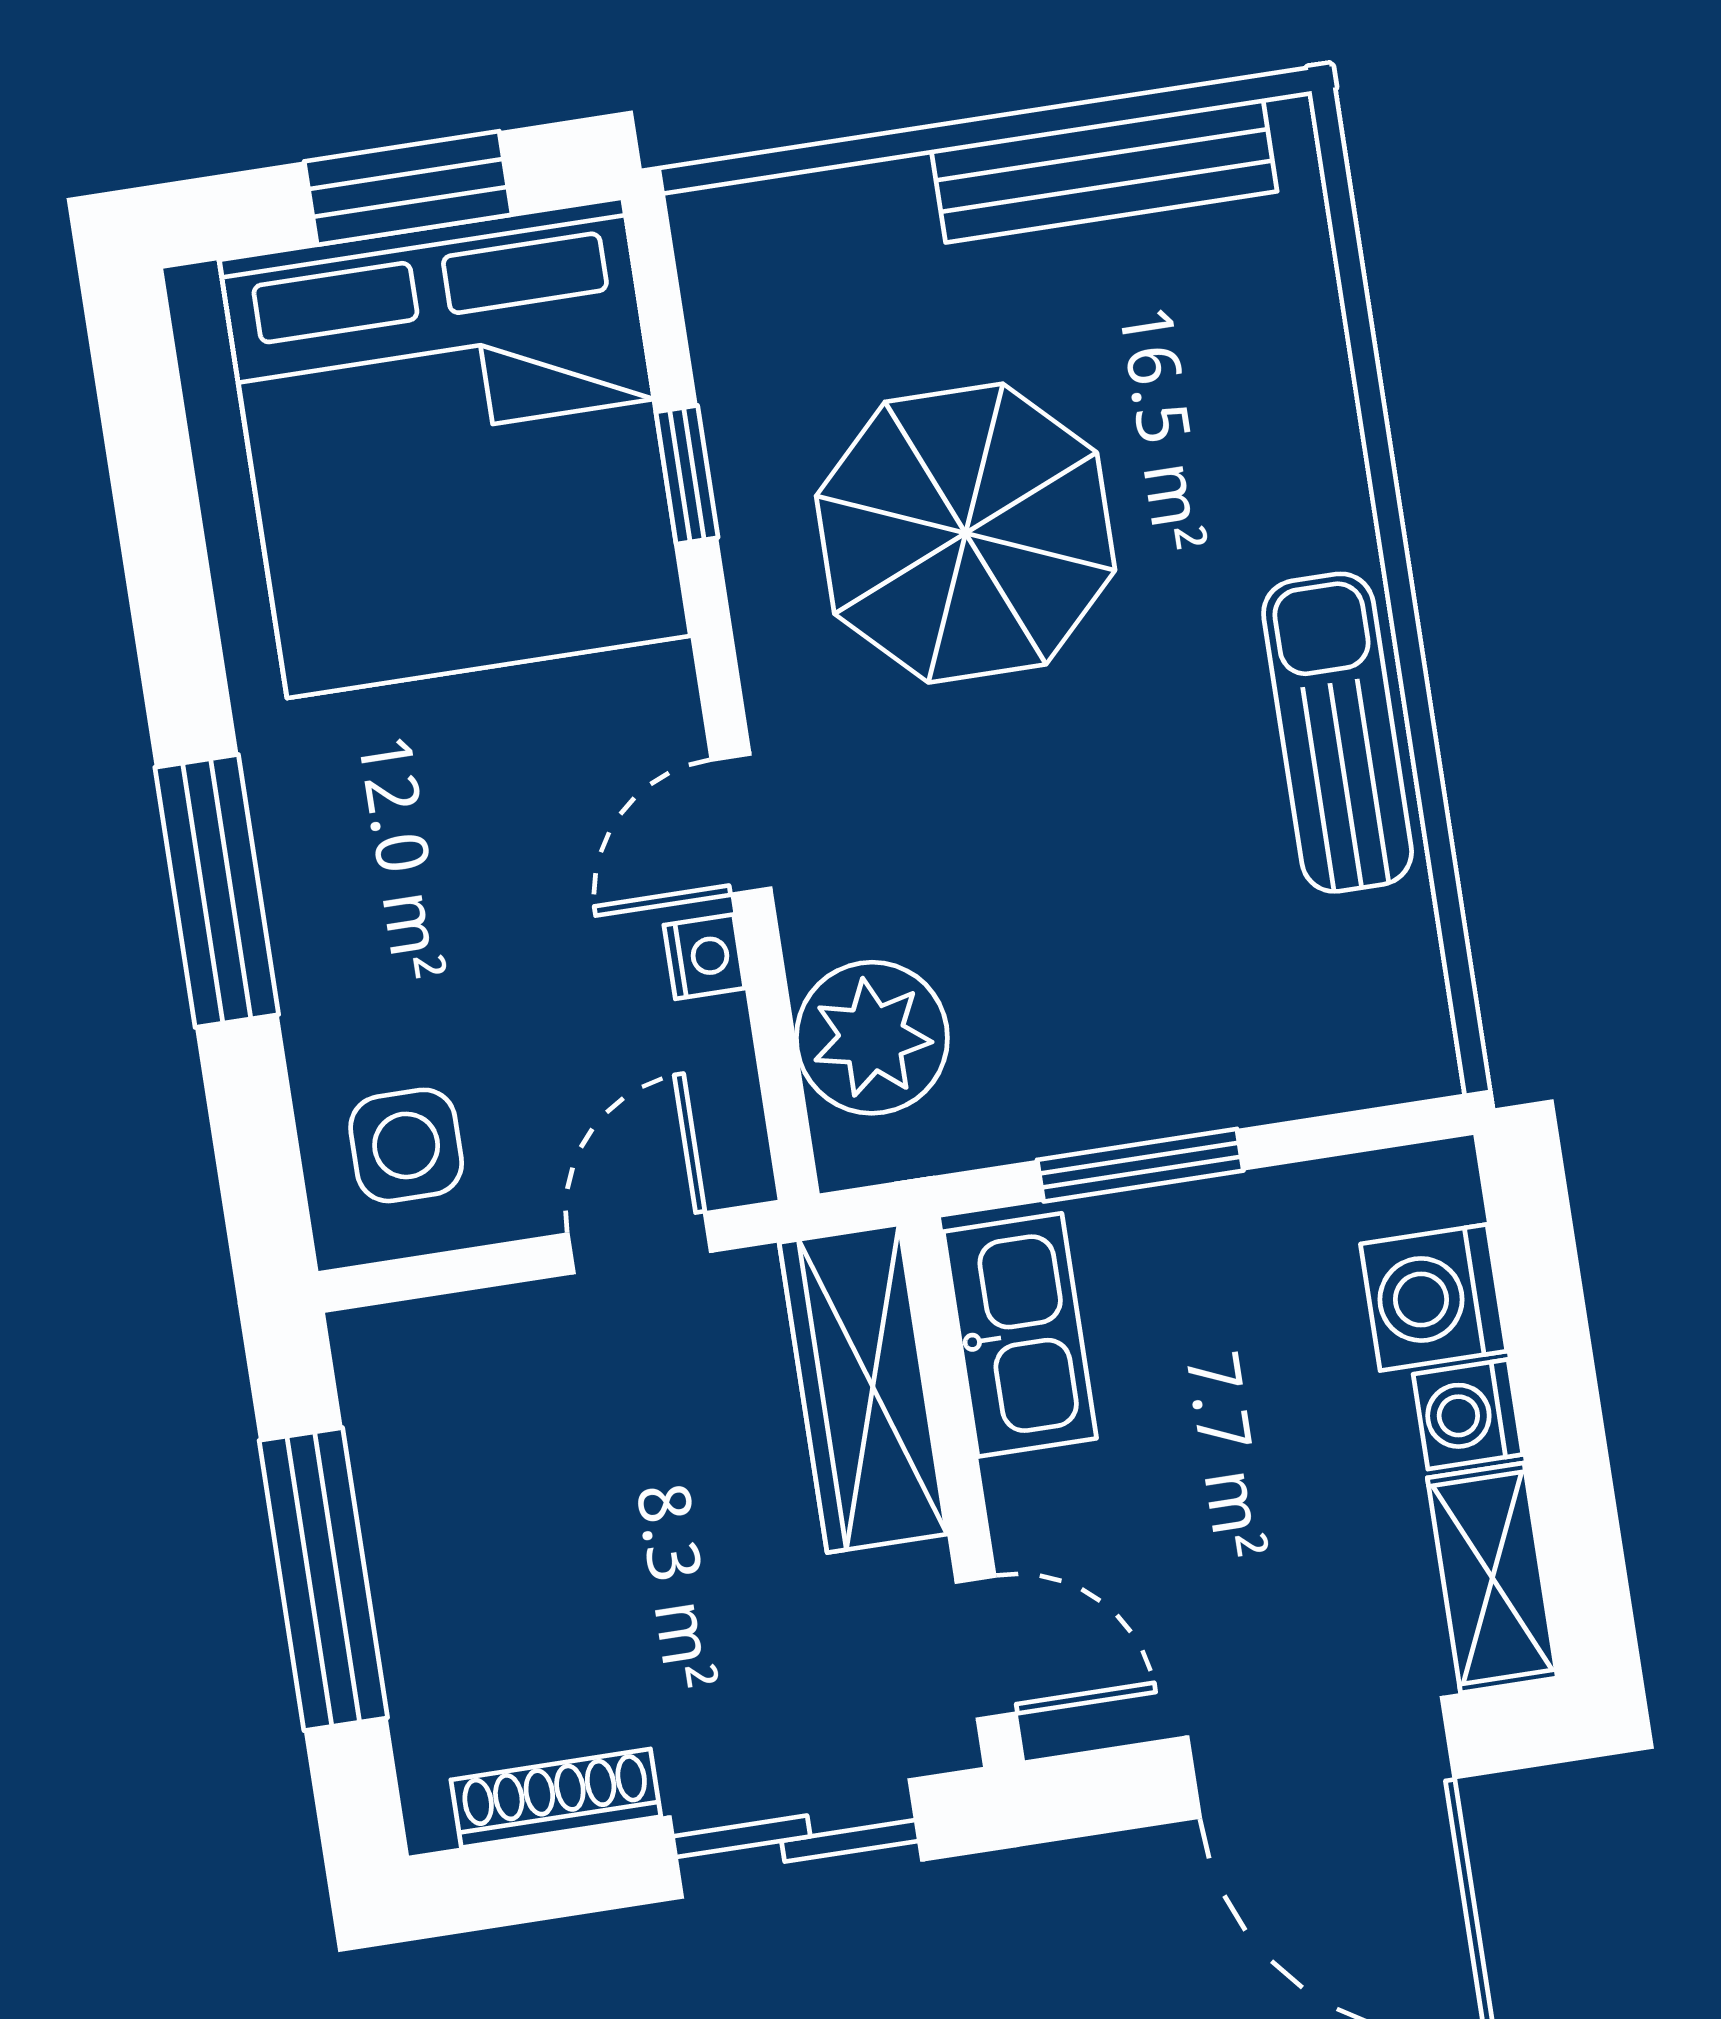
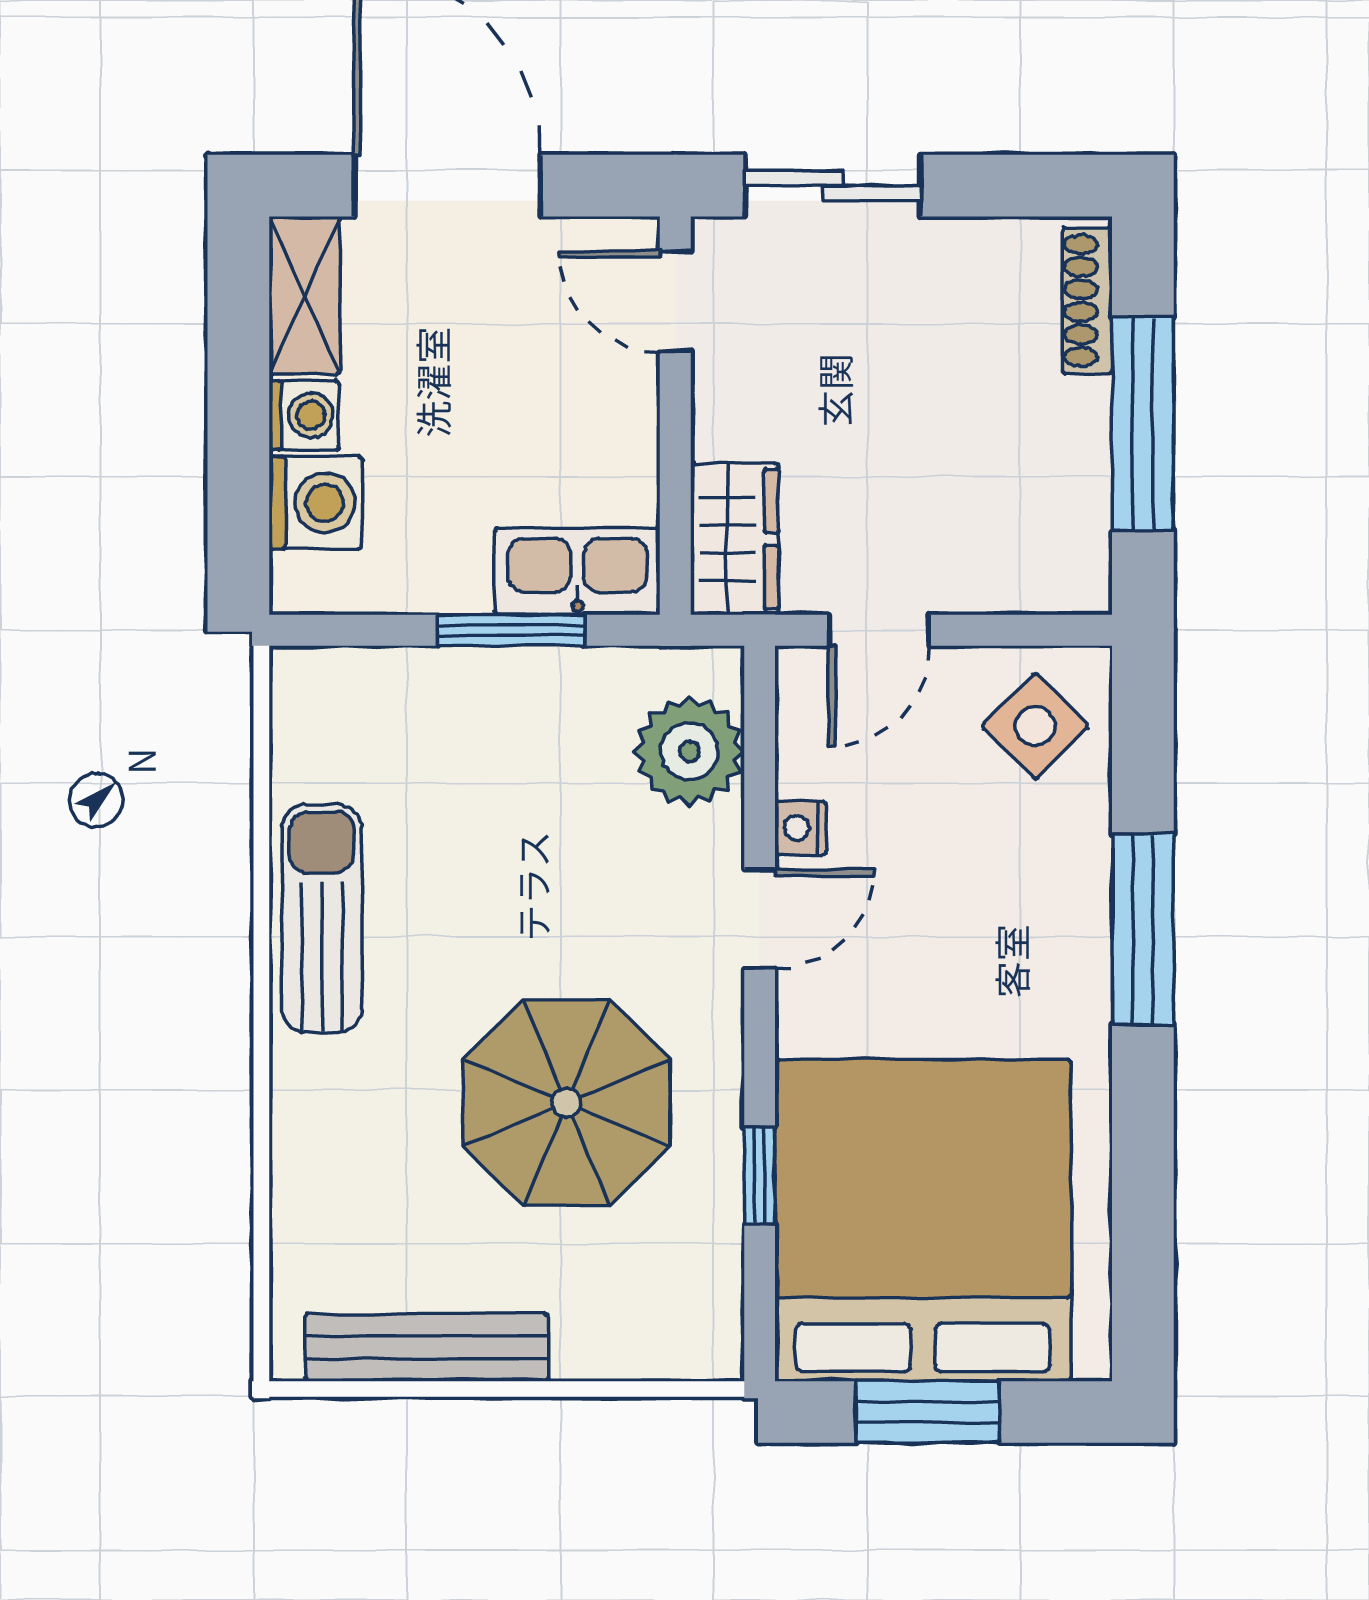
sun lounger: (1338, 733) -> (322, 918), turned 180
side table: (406, 1145) -> (1035, 726), turned 45
kitchen sink: (1020, 1335) -> (577, 571), moved, turned 90
wardrobe: (863, 1388) -> (735, 539), width x0.67
shoe rack: (556, 1798) -> (1087, 301), moved, turned 90

